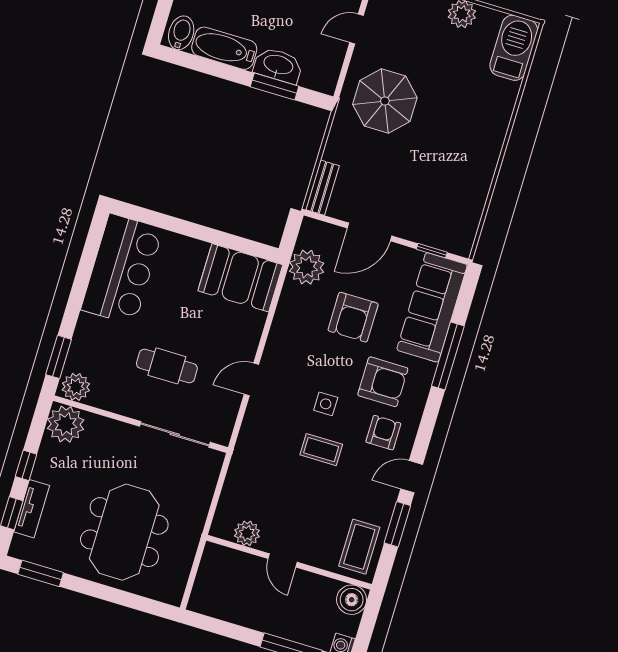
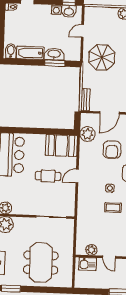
cafe table: (167, 366) -> (48, 176), moved
door: (251, 379) -> (77, 176), moved
kitchen sink: (230, 563) -> (88, 264), added

